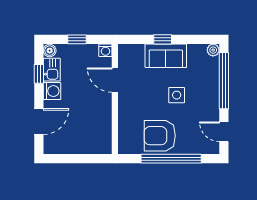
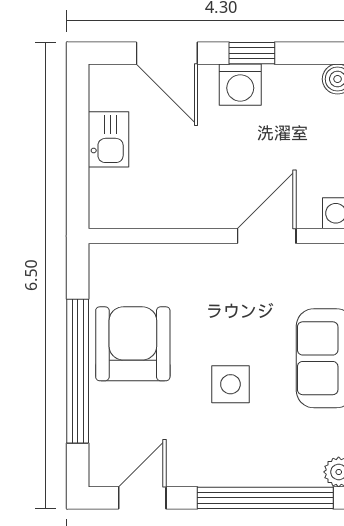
kitchen sink: (52, 70) -> (109, 139), moved, turned -90
window: (39, 74) -> (252, 53), moved

